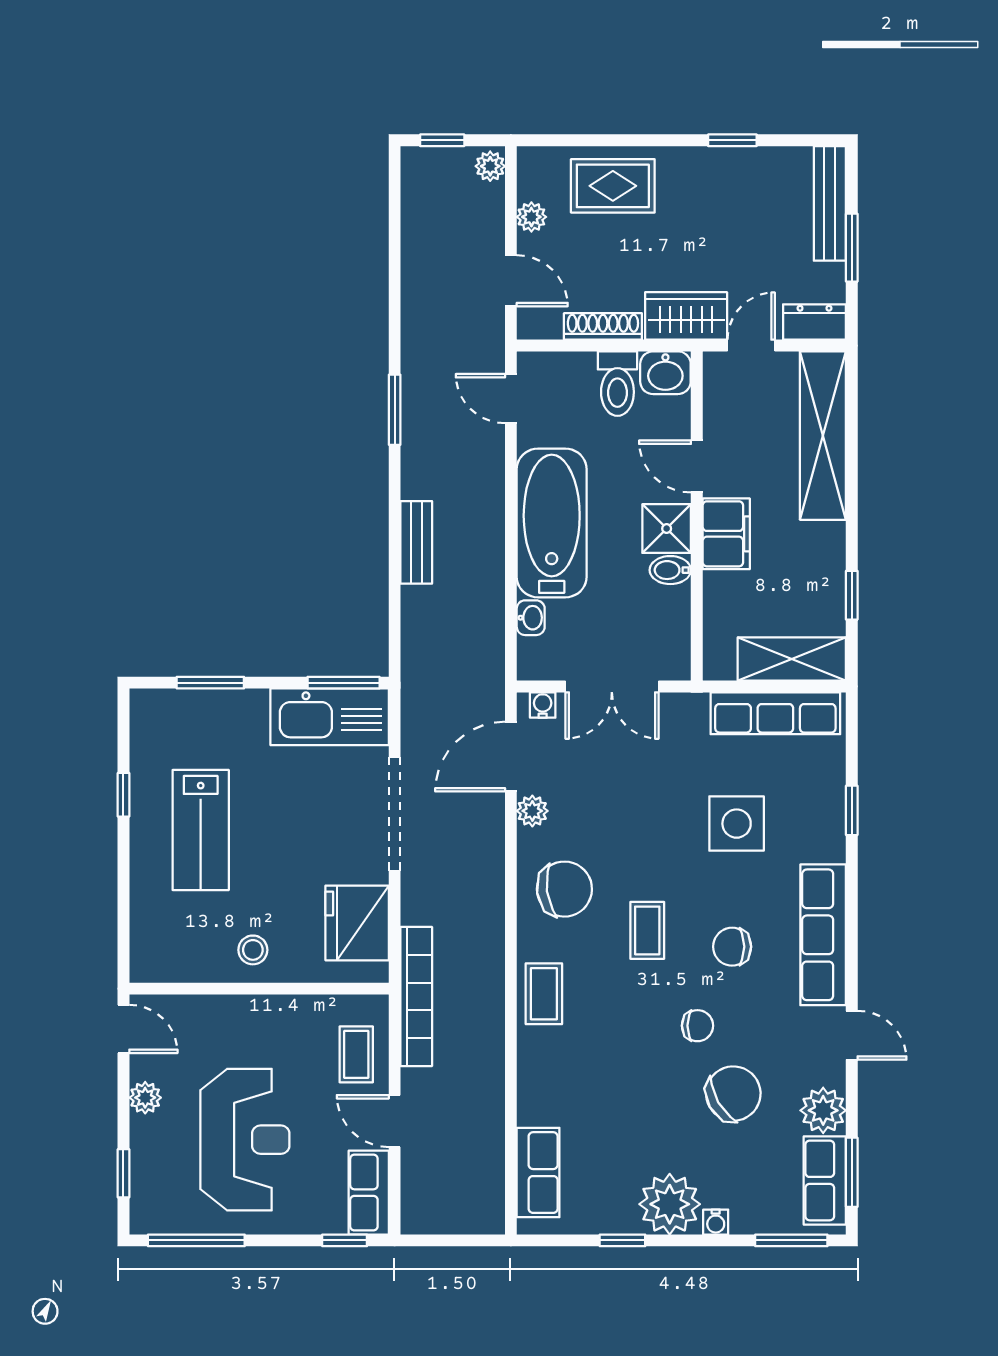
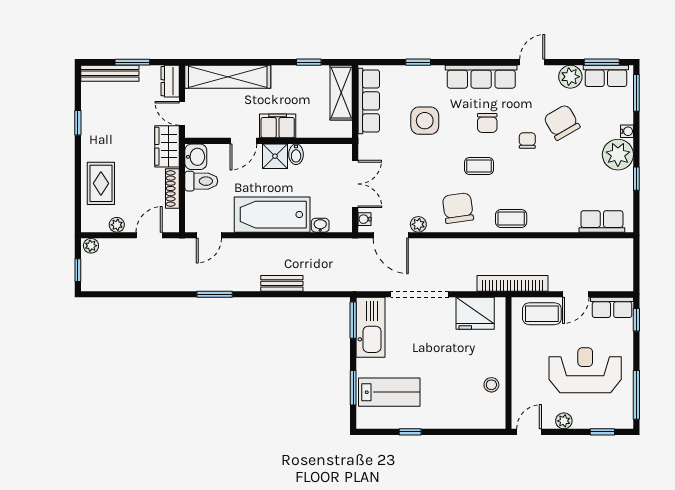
lab bench: (201, 830) -> (389, 392), moved
stool: (253, 950) -> (491, 385), moved
coffee table: (356, 1054) -> (542, 314), width x1.36, depth x1.30

